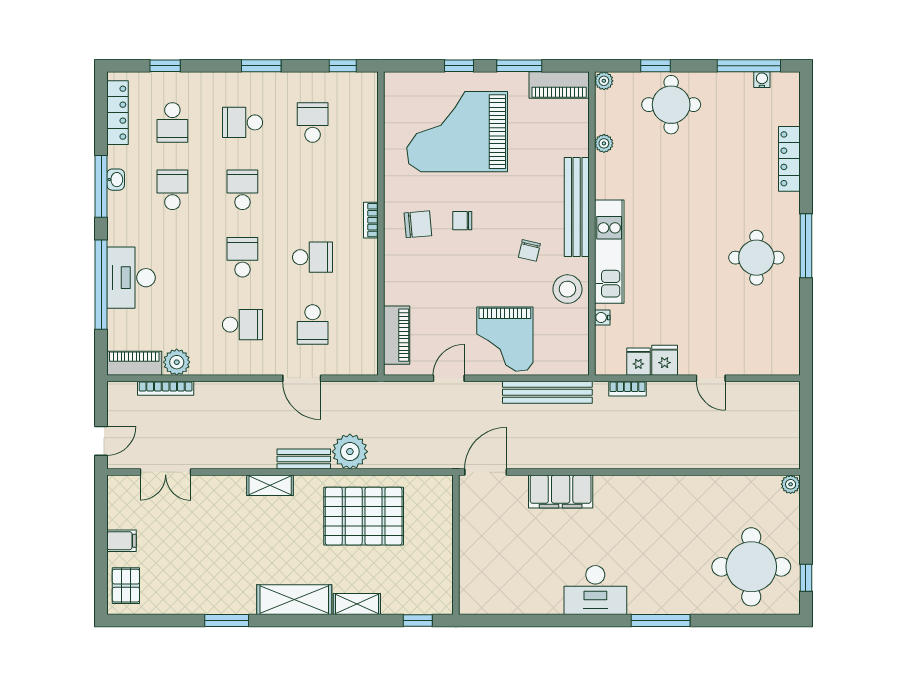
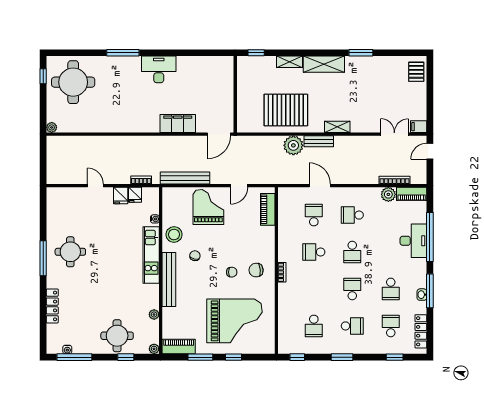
school desk: (242, 190) -> (352, 289), turned 180
filing cabinet: (122, 541) -> (419, 127), moved

